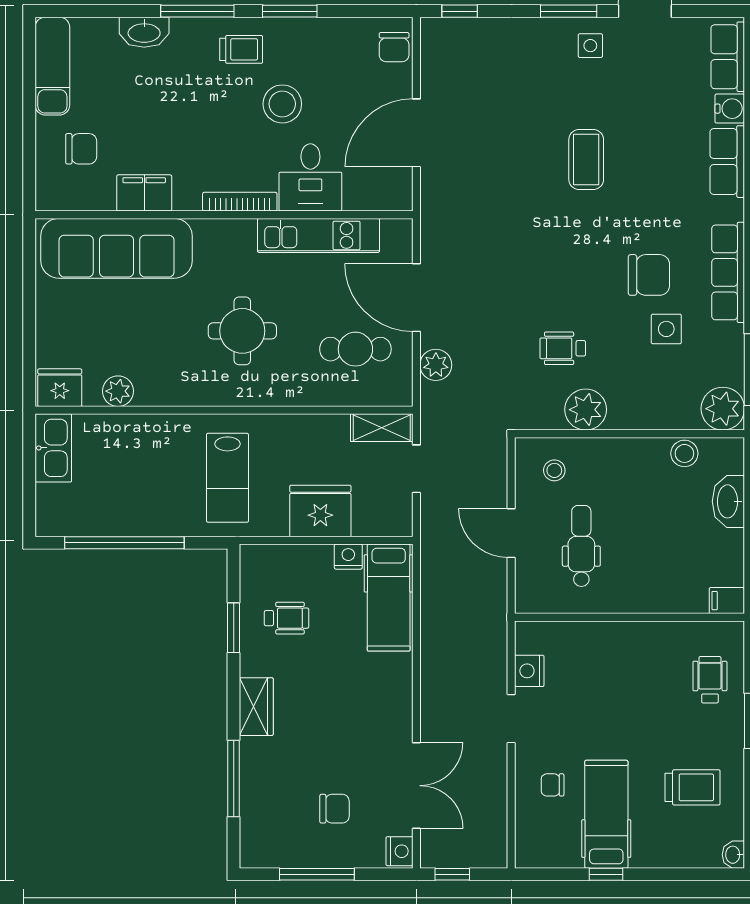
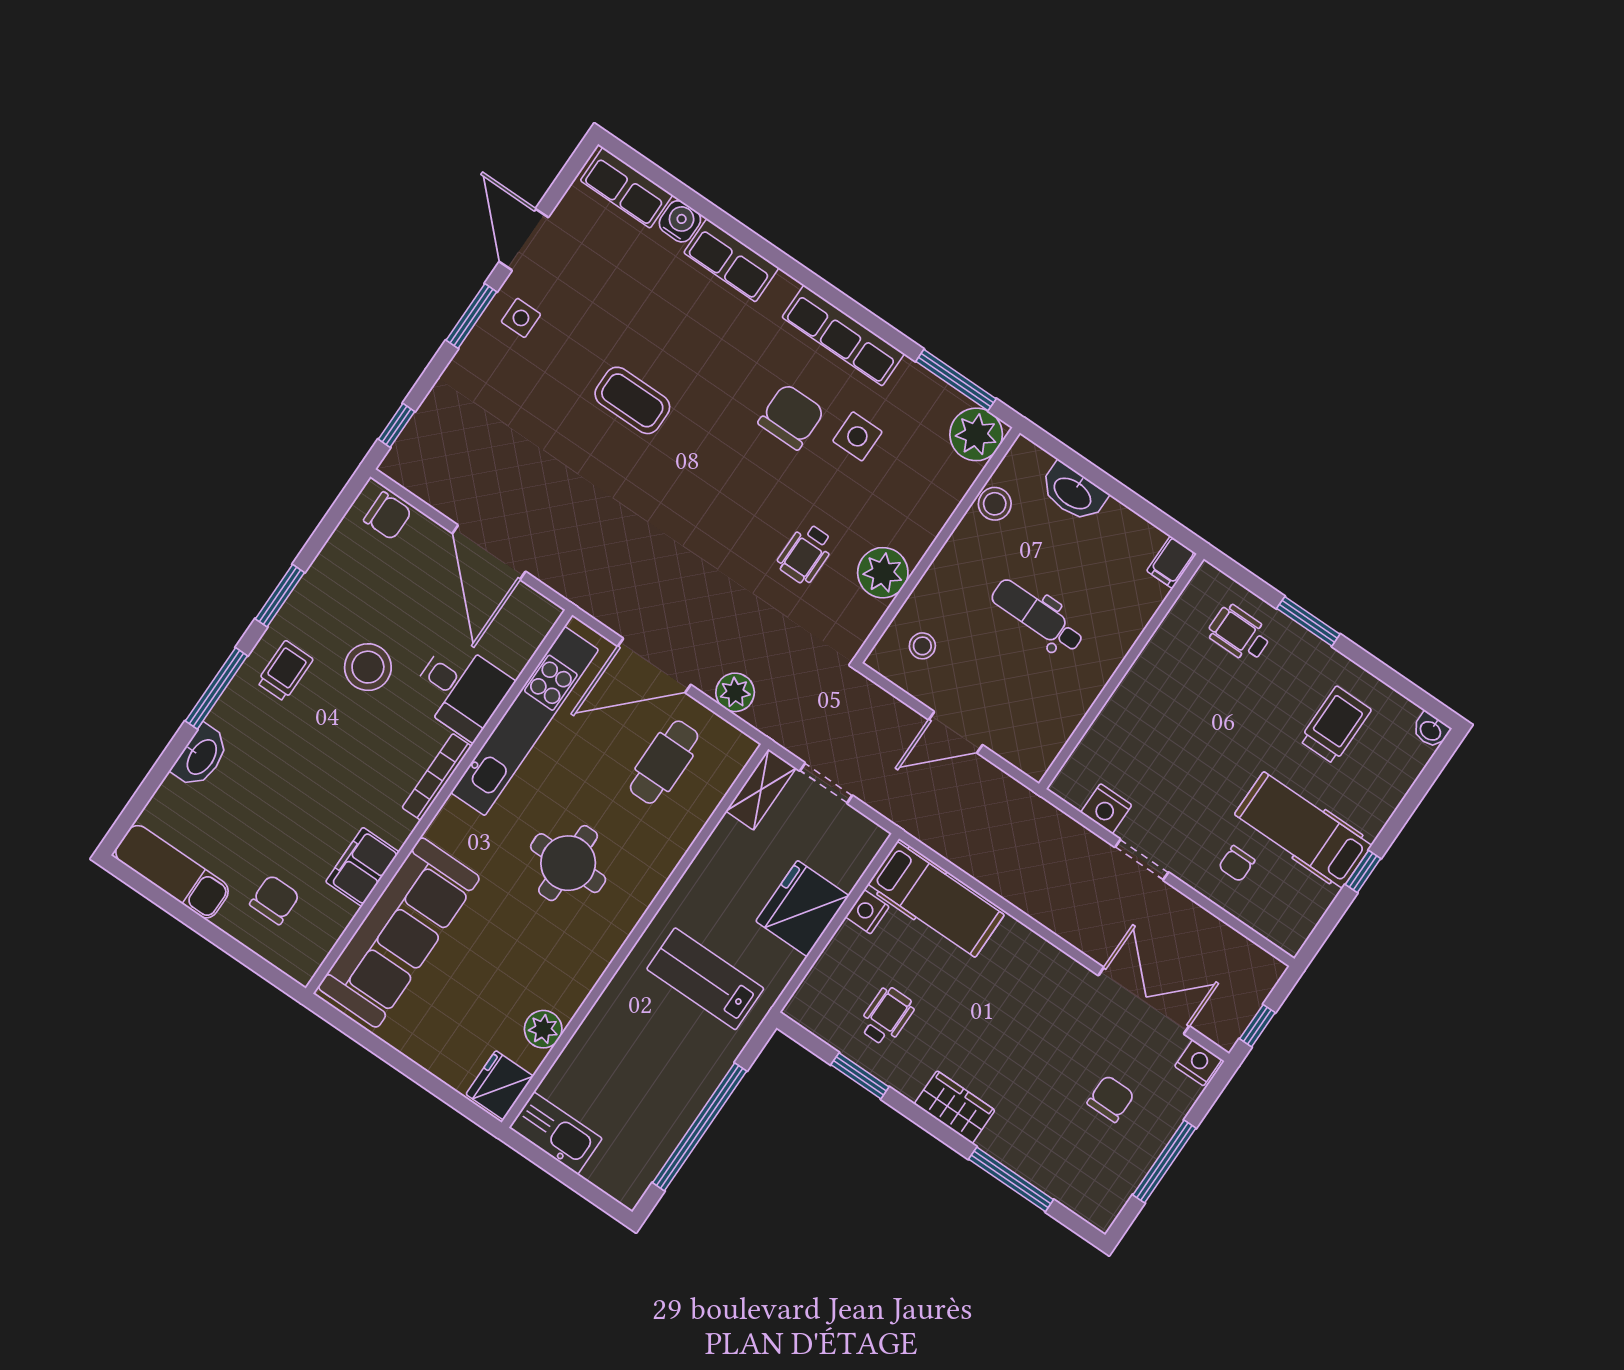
kitchen unit: (319, 235) -> (525, 721), width x1.36
lab bench: (228, 478) -> (705, 979), turned 180
dental chair: (581, 546) -> (1038, 616), moved

